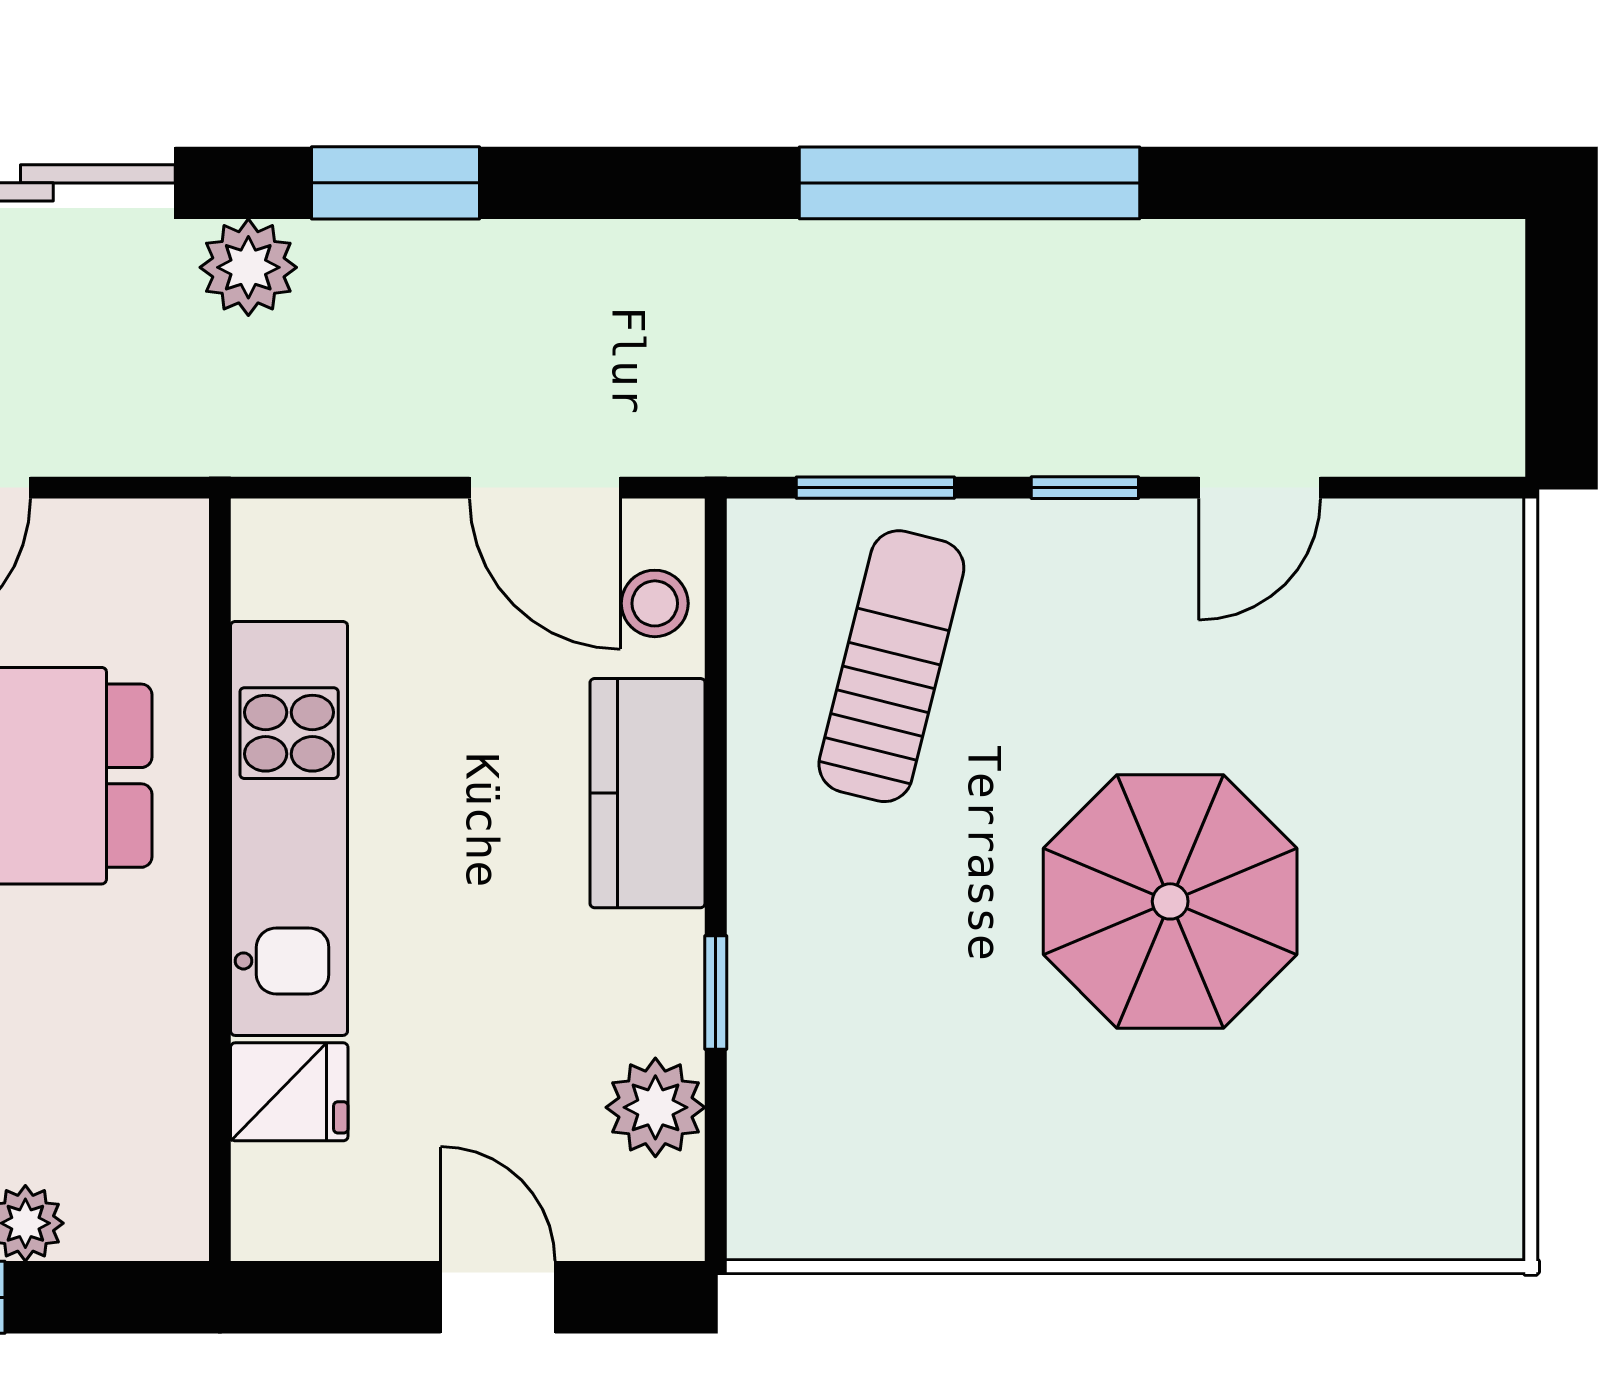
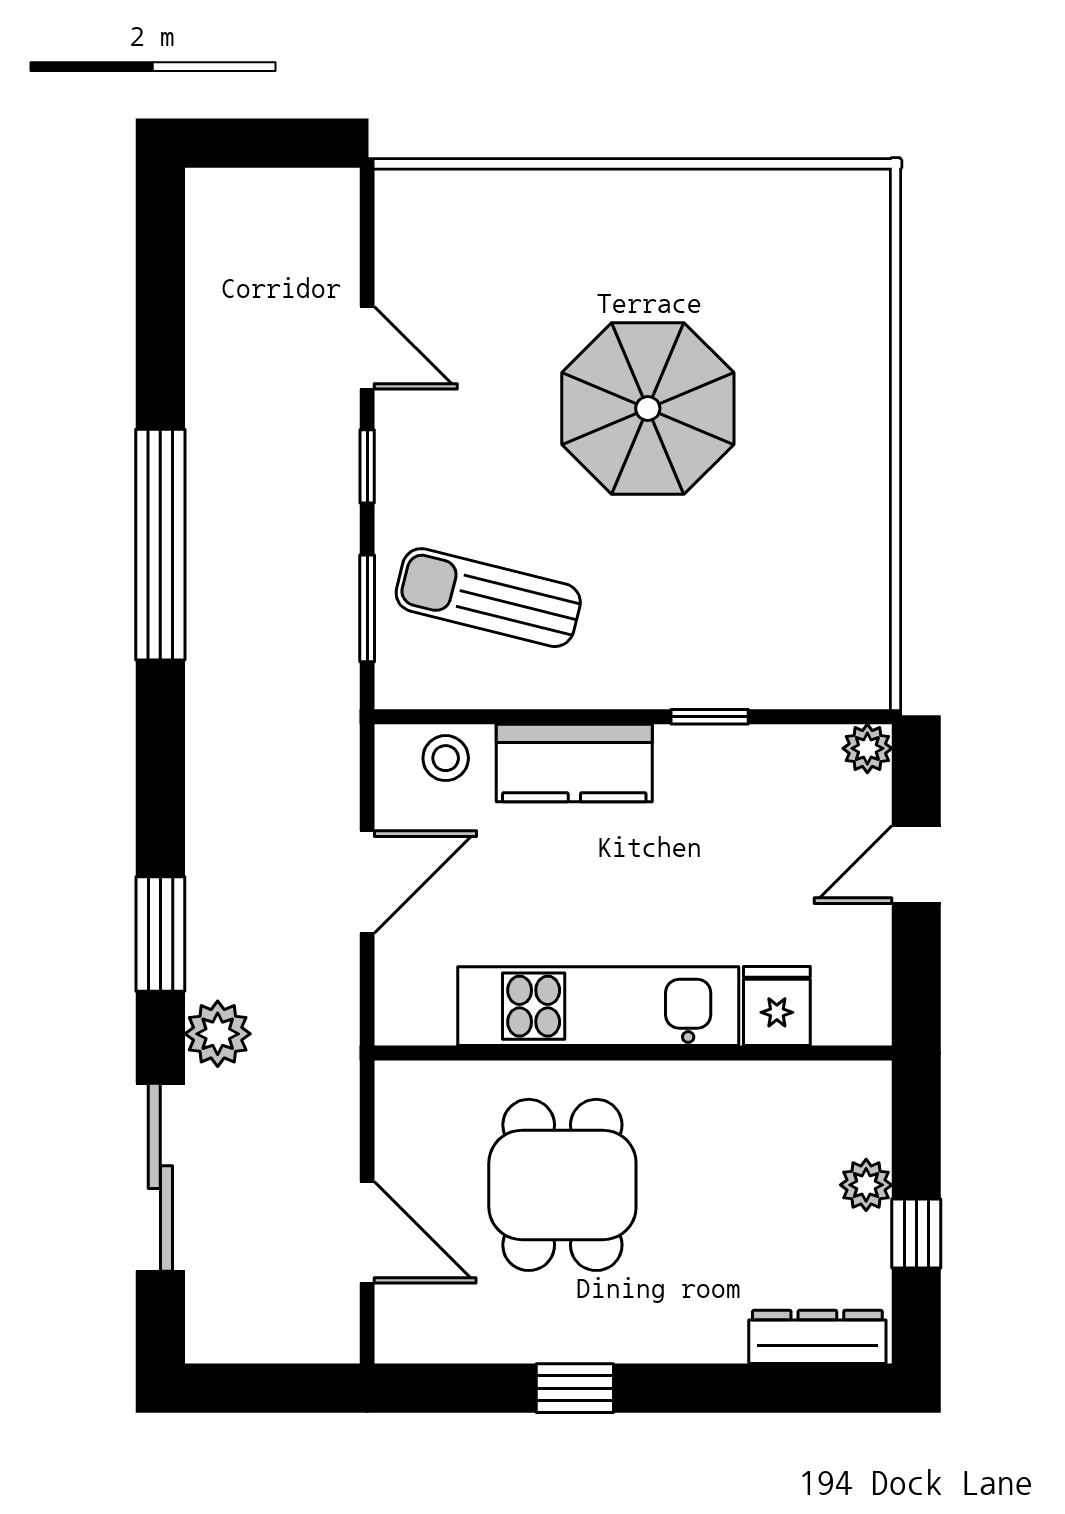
door: (545, 488) -> (367, 882), moved
plant: (655, 1107) -> (867, 748), moved, width x0.73, depth x0.73

